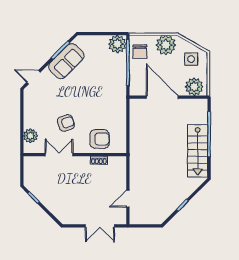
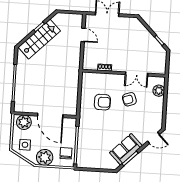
plant: (117, 44) -> (84, 161), removed
armchair: (100, 139) -> (102, 102), moved, turned 180
stairs: (198, 151) -> (39, 39), moved, turned 45
door: (128, 199) -> (83, 35), hinge flipped

